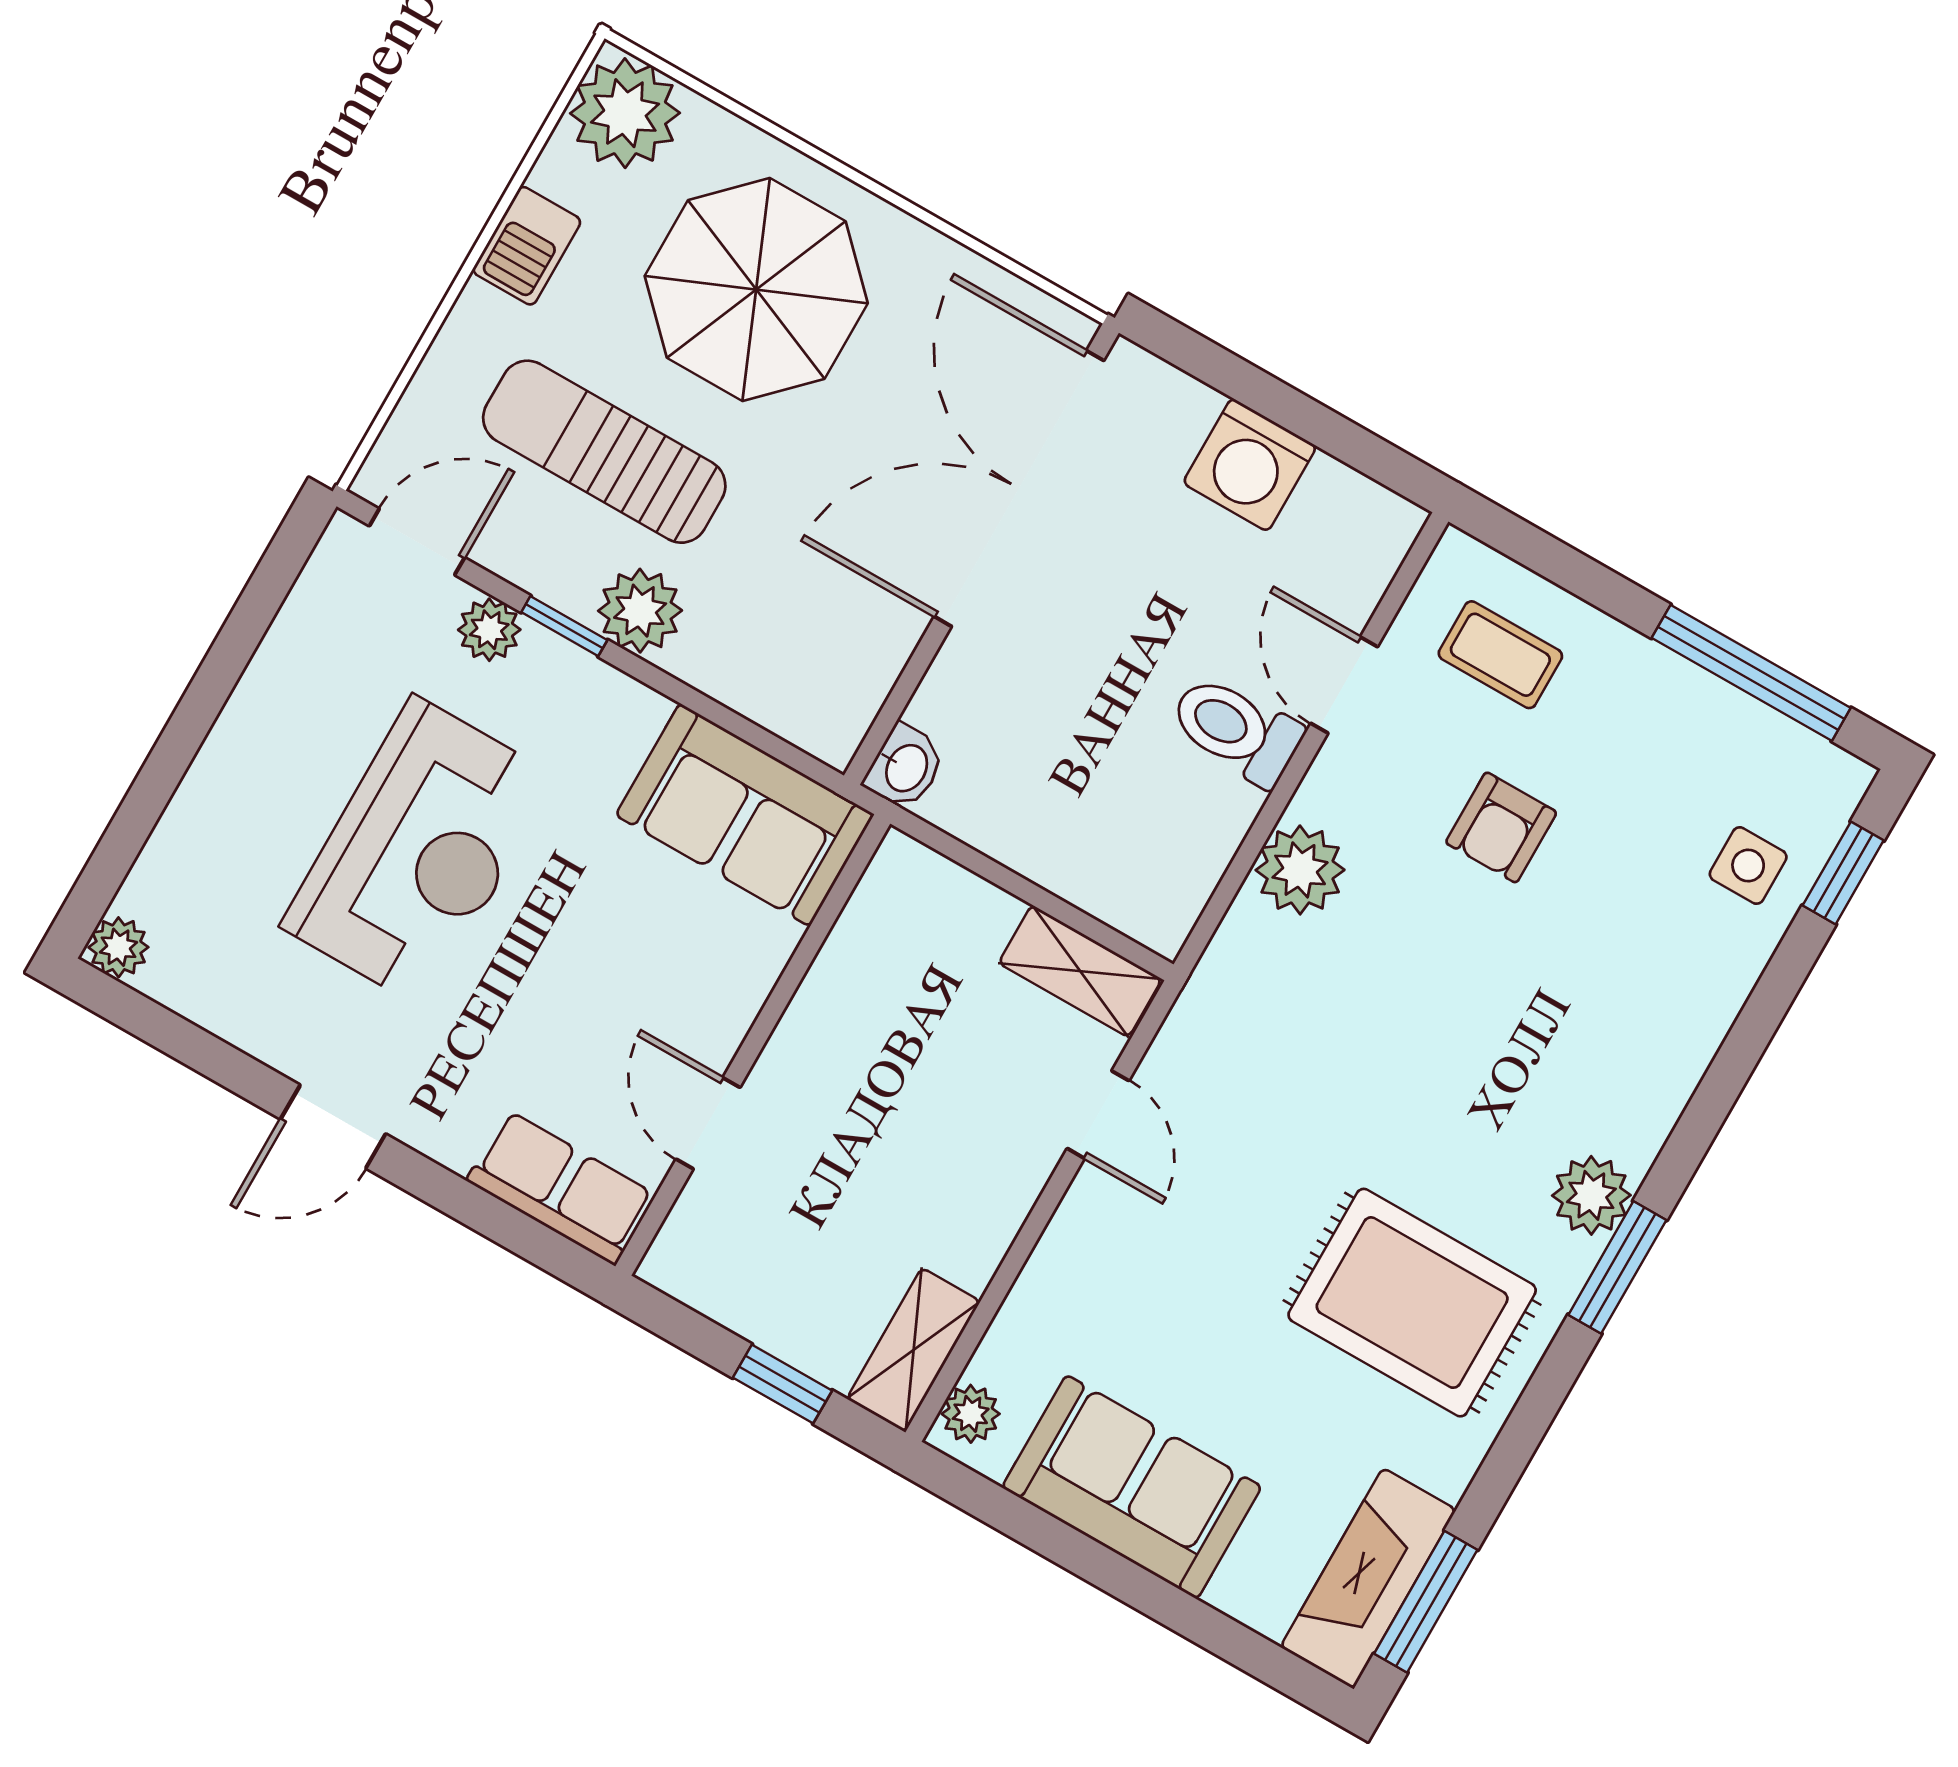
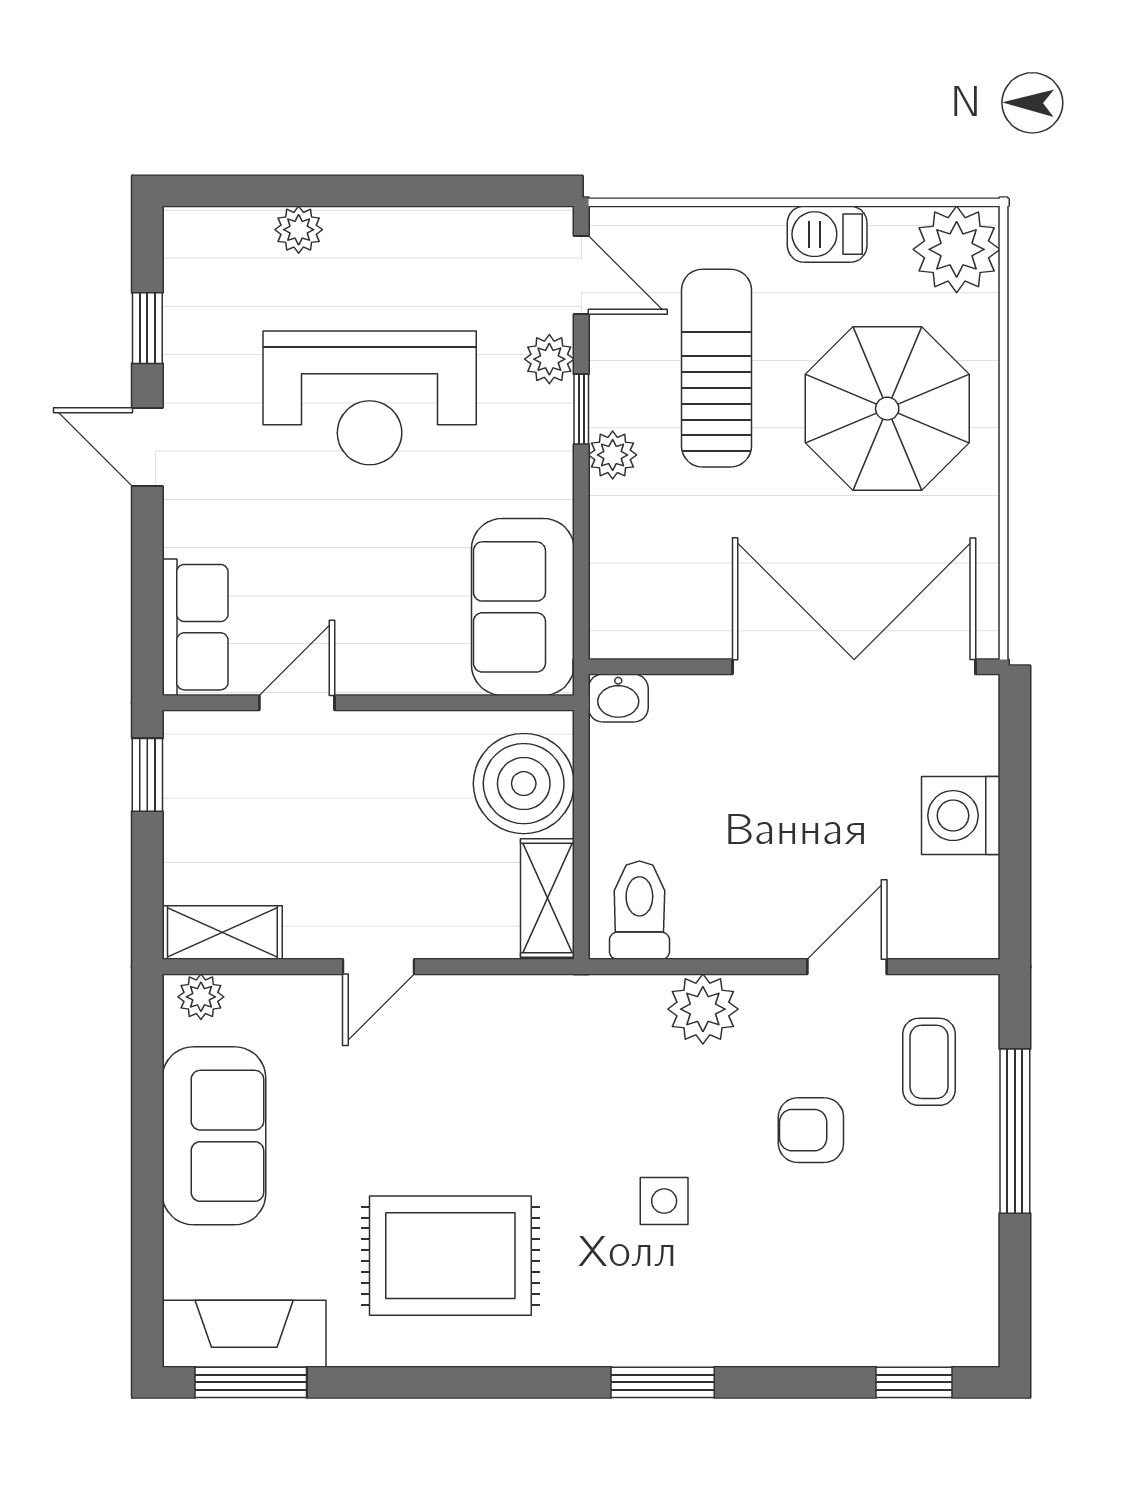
plant: (640, 611) -> (613, 455), width x0.73, depth x0.73
window: (1751, 673) -> (1015, 1131), moved
toilet: (1236, 730) -> (639, 910), moved
side table: (1748, 866) -> (664, 1201), moved
boiler: (940, 925) -> (524, 784), added
plant: (118, 947) -> (299, 230), moved
window: (202, 1052) -> (147, 328), added
door: (1098, 1115) -> (379, 967), moved
plant: (1591, 1195) -> (594, 1336), removed
window: (1617, 1267) -> (663, 1382), moved
rug: (1412, 1303) -> (450, 1256), turned 90
window: (782, 1384) -> (147, 775), moved

